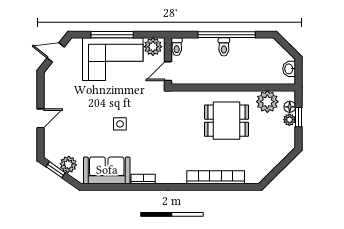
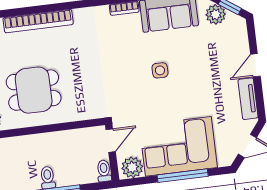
tv unit: (50, 91) -> (248, 99), added

